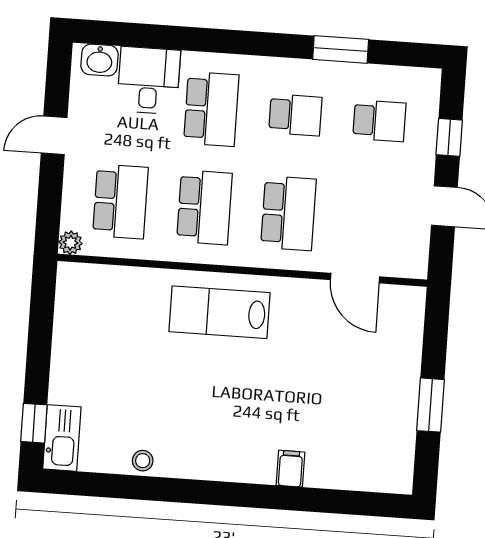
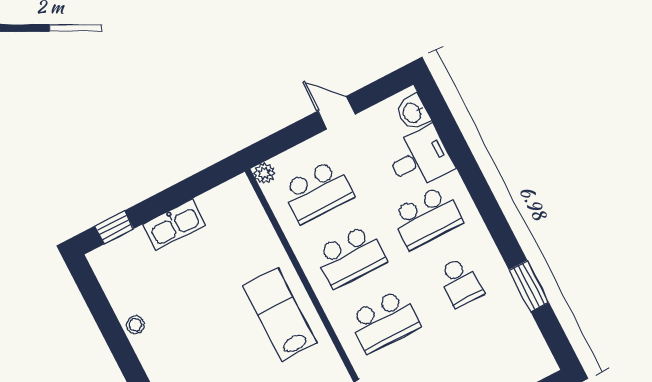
school desk: (379, 121) -> (494, 347), removed
kitchen sink: (62, 438) -> (174, 225), moved

